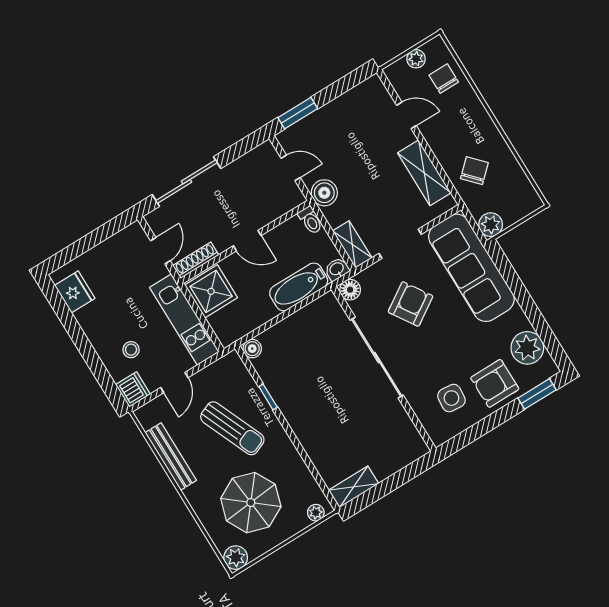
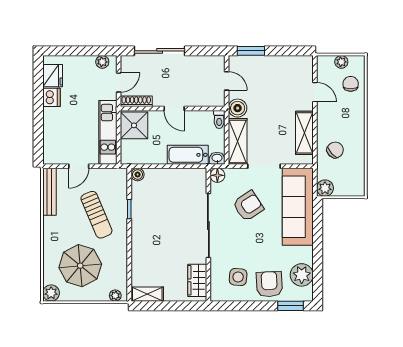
plant: (125, 238) -> (102, 62), added
shelving: (352, 244) -> (238, 141), width x1.50, depth x1.33
stool: (131, 350) -> (65, 131), removed
armchair: (495, 383) -> (269, 284), turned 87
dishwasher: (133, 389) -> (52, 97), moved
wardrobe: (404, 433) -> (197, 280), added
bench: (171, 456) -> (49, 192), moved

